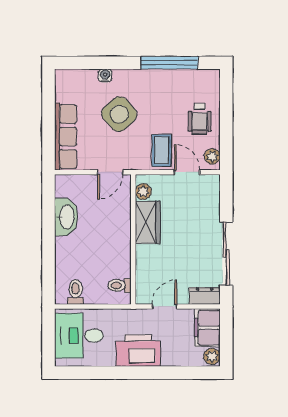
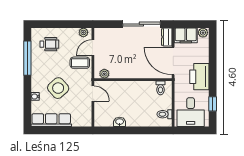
wheelchair: (200, 119) -> (49, 44), moved
row of seats: (66, 136) -> (51, 120), moved
washbasin: (66, 217) -> (120, 122), width x0.52, depth x0.69
wardrobe: (148, 222) -> (123, 71), removed
door: (165, 307) -> (173, 61), width x1.88
window: (93, 373) -> (213, 104), added

